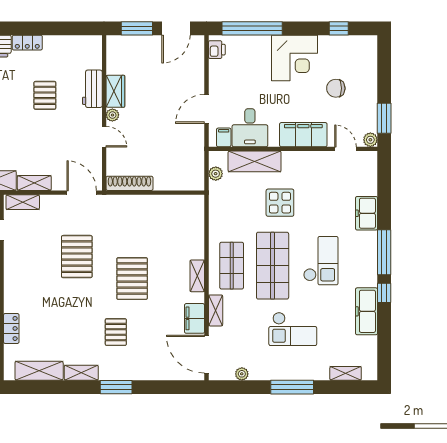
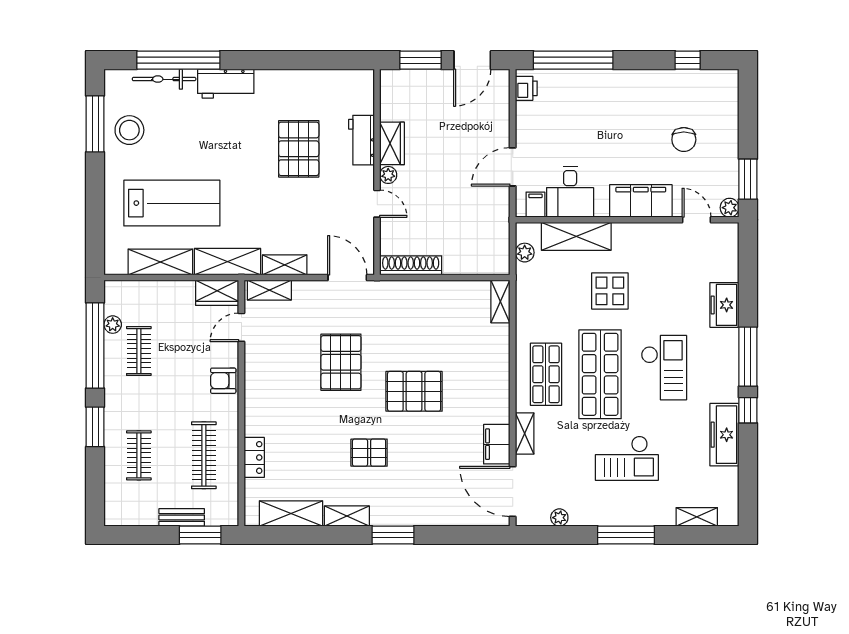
locker: (27, 43) -> (275, 79), removed
corner desk: (295, 58) -> (629, 99), removed
chair: (336, 88) -> (684, 140), turned -90
pallet: (45, 95) -> (299, 149), width x1.50, depth x1.42
shelving: (197, 276) -> (500, 301), moved
pallet: (132, 279) -> (414, 391), turned 90
pallet: (116, 332) -> (369, 453), moved, turned 90

